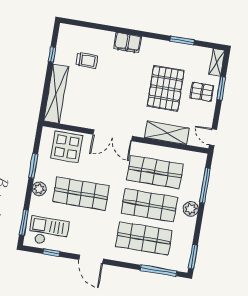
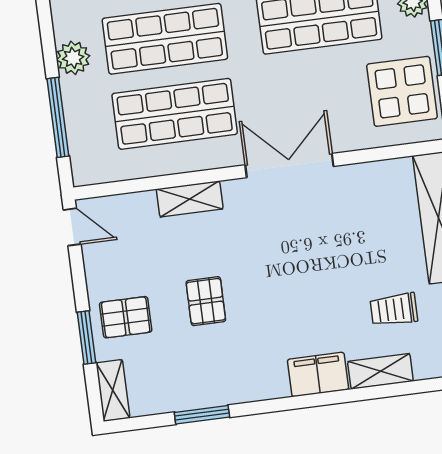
shelving: (101, 36) -> (380, 371), added
pallet: (166, 88) -> (206, 301), width x0.49, depth x0.50
shelving: (167, 133) -> (190, 199), width x0.67, depth x0.75
display table: (67, 147) -> (402, 91), moved

